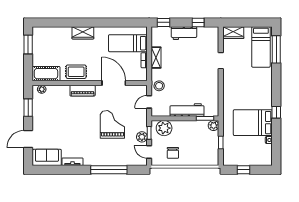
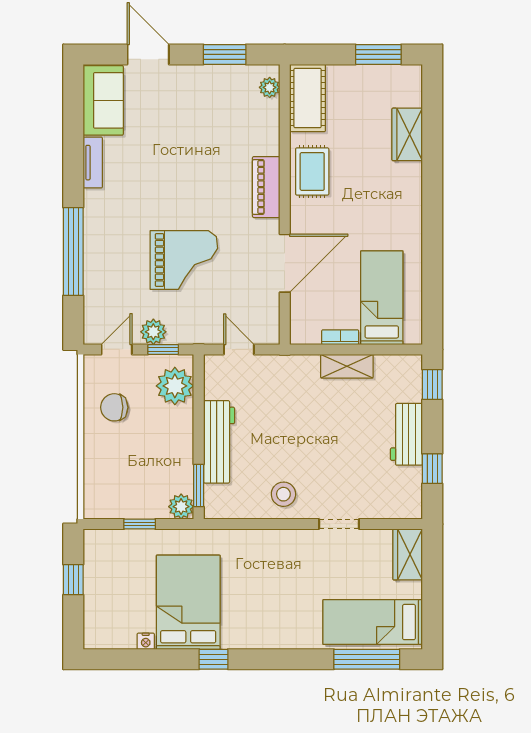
wardrobe: (83, 33) -> (407, 134), moved
stool: (159, 86) -> (283, 494), moved

